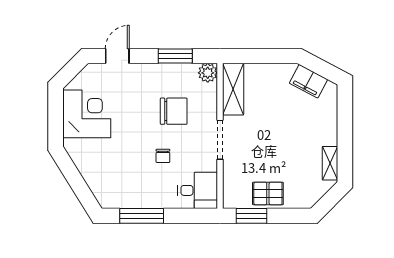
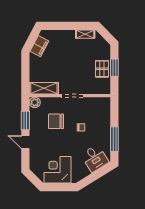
door: (117, 56) -> (25, 142), moved
chair: (174, 111) -> (56, 121), turned -90
desk: (198, 190) -> (95, 158), moved, turned 148
window: (252, 216) -> (114, 68), moved

